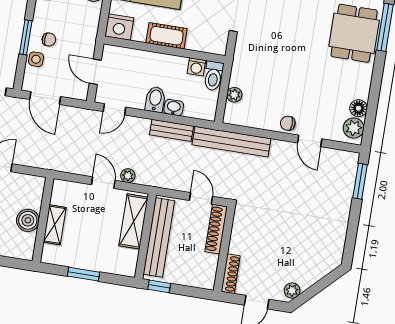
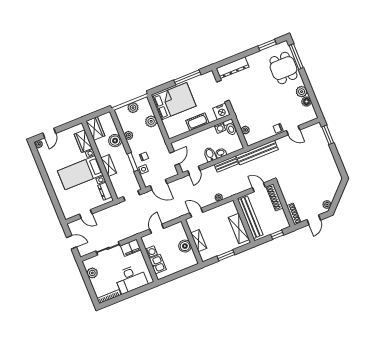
nightstand: (119, 27) -> (222, 111), moved
door: (95, 72) -> (174, 158), swing flipped
plant: (354, 128) -> (302, 92), moved
door: (103, 183) -> (196, 213), moved
shelving: (133, 221) -> (239, 228), moved
window: (159, 286) -> (277, 235), moved

